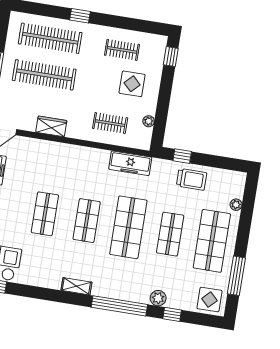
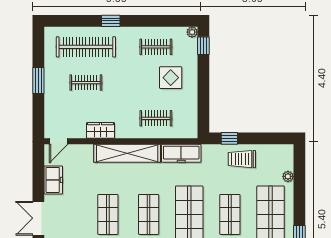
clothes rail: (44, 75) -> (86, 83), width x0.54, depth x0.76
plant: (149, 121) -> (192, 32), moved
shelving: (75, 154) -> (127, 153), added
trolley: (192, 179) -> (242, 159), turned 180

